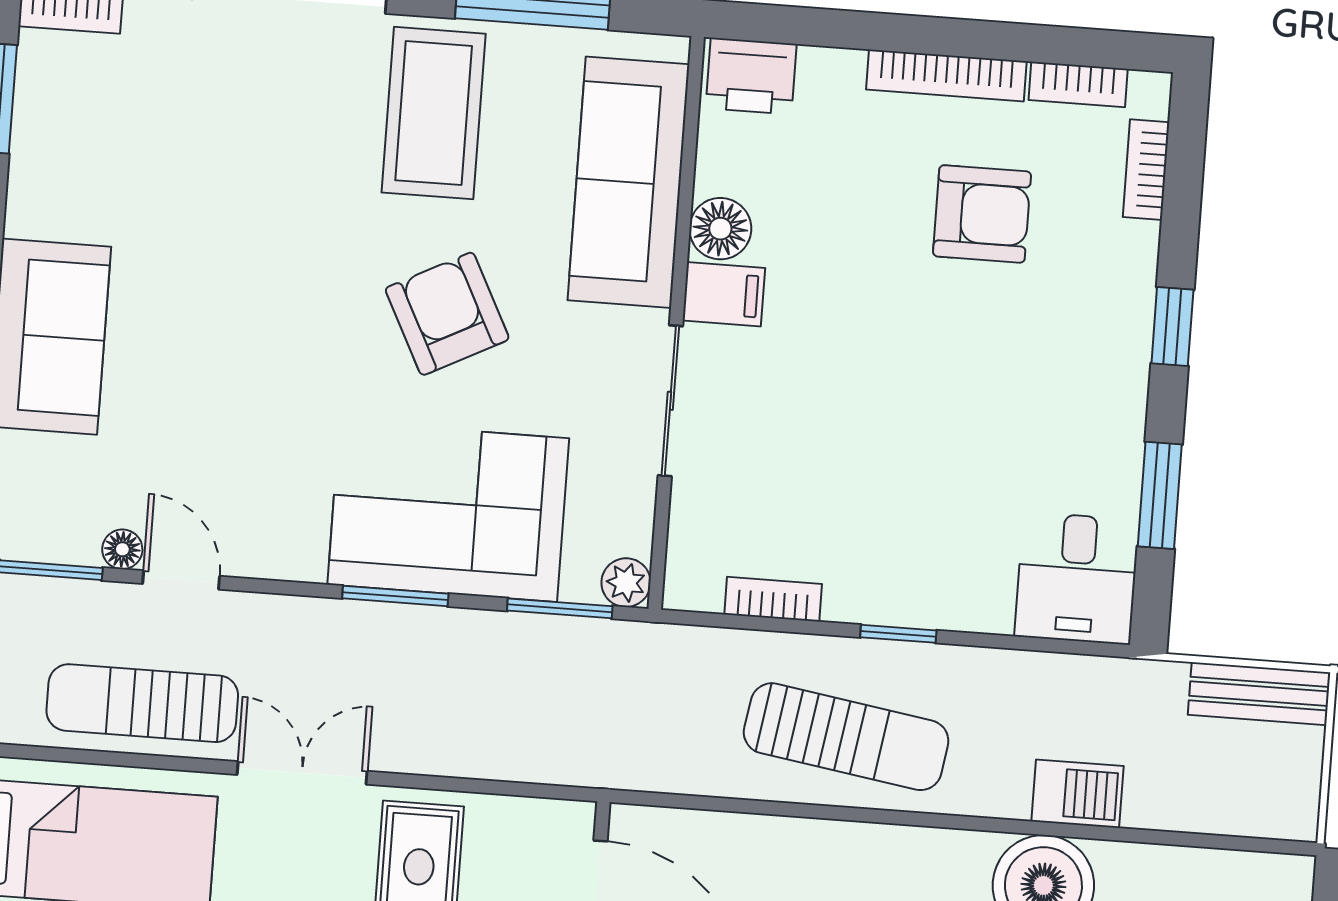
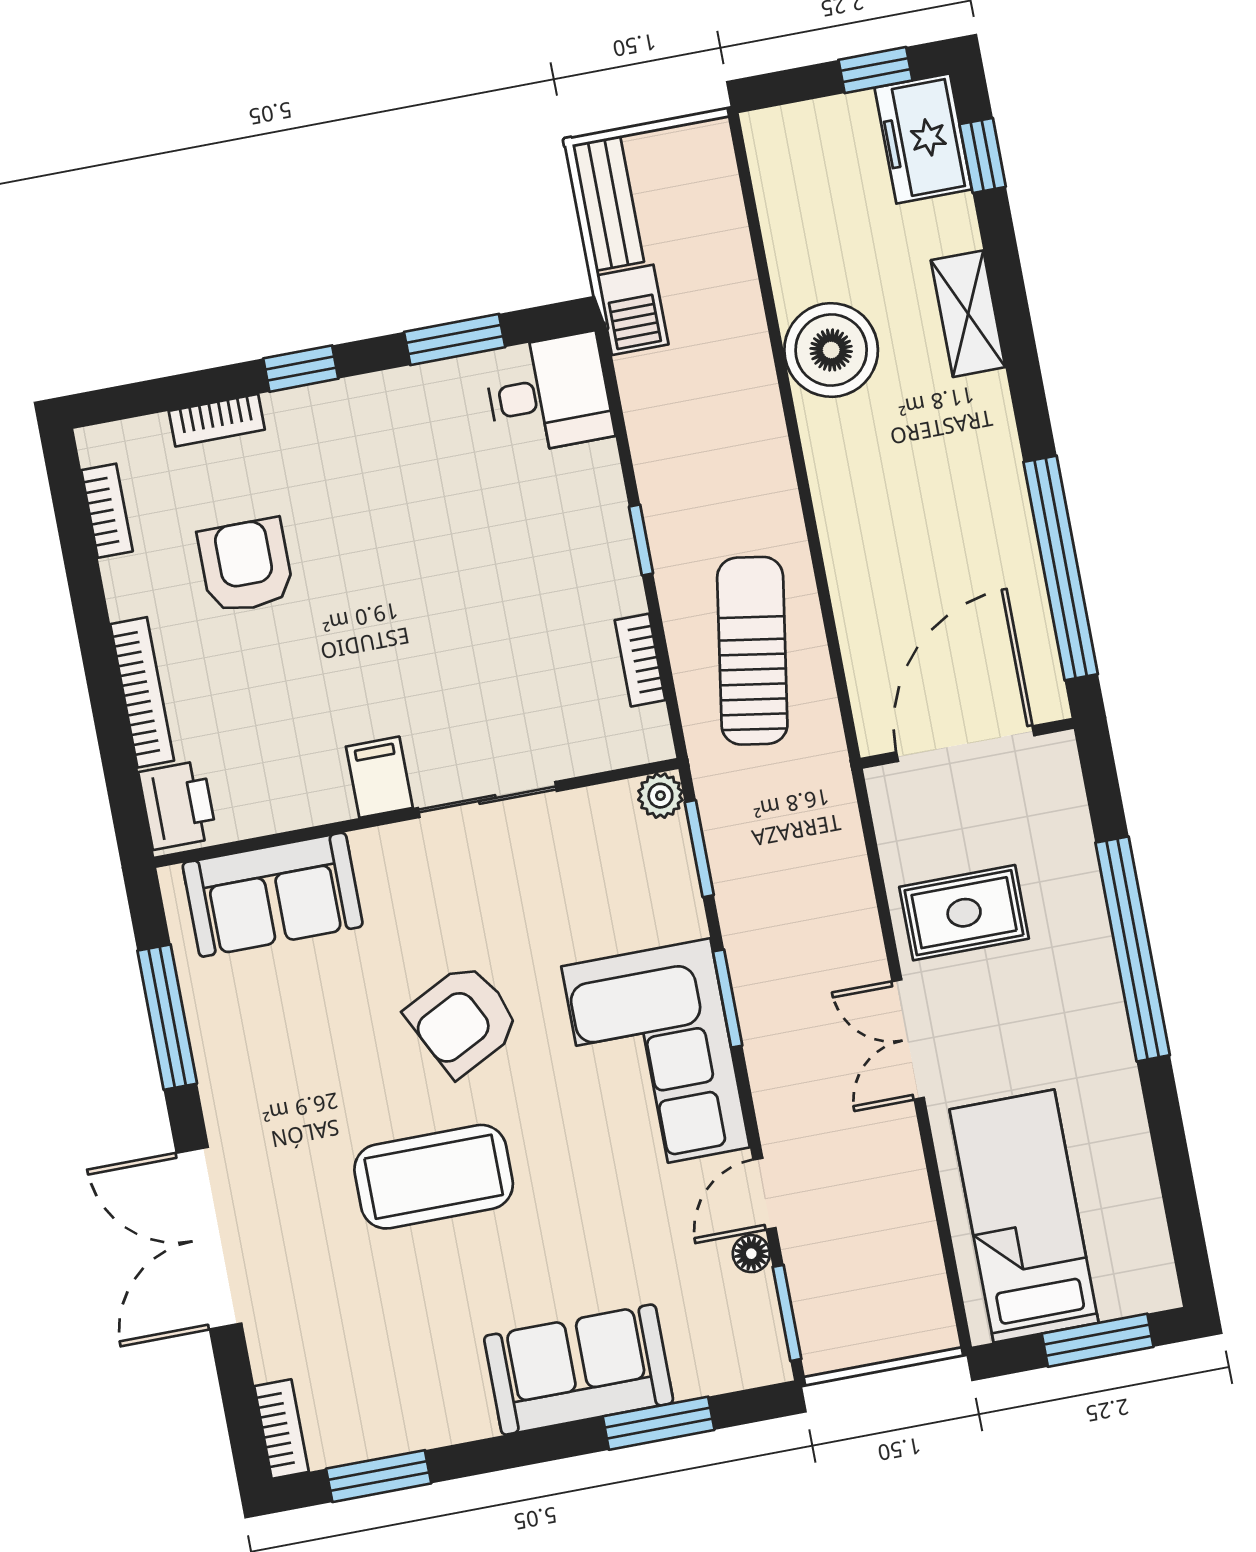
bookcase: (946, 75) -> (142, 692), moved
coffee table: (434, 113) -> (434, 1177), moved
bookcase: (1146, 170) -> (217, 420), moved
sofa: (629, 182) -> (273, 895), width x0.73
floor lamp: (720, 229) -> (322, 796), removed
corner sofa: (448, 511) -> (656, 1057), moved
sun lounger: (142, 703) -> (884, 1199), removed
sun lounger: (846, 737) -> (752, 651), moved
barbecue: (1078, 794) -> (633, 310), moved, turned 180

